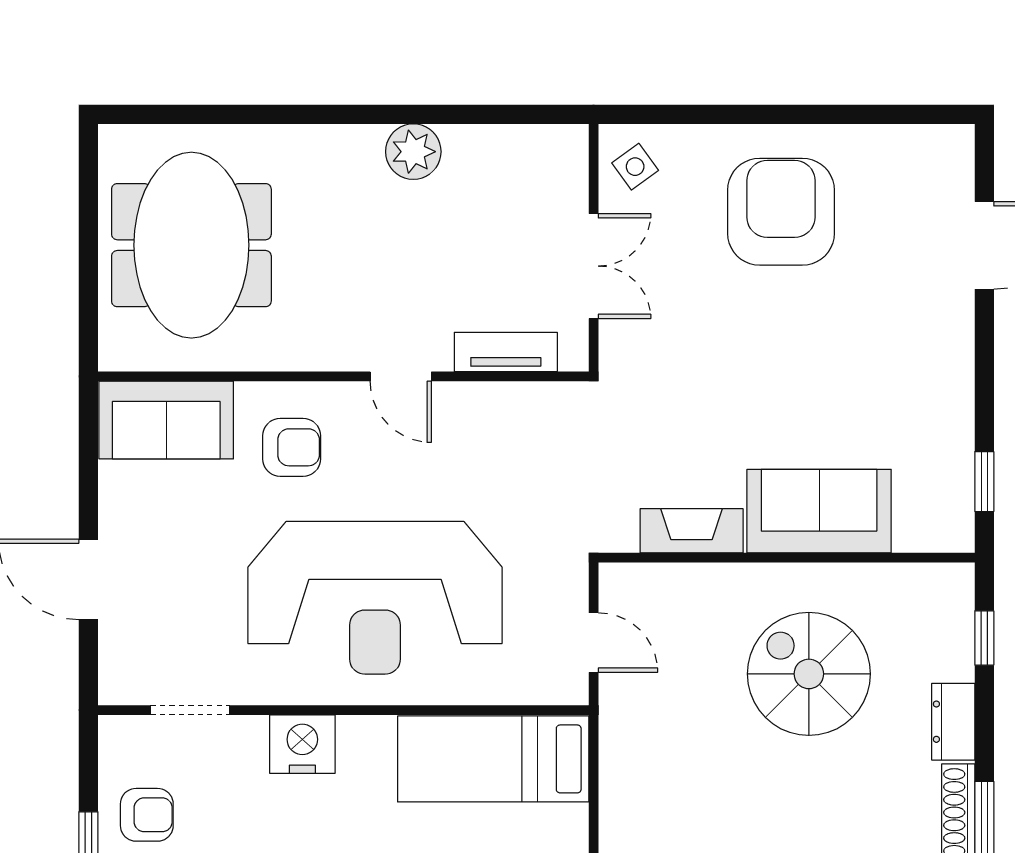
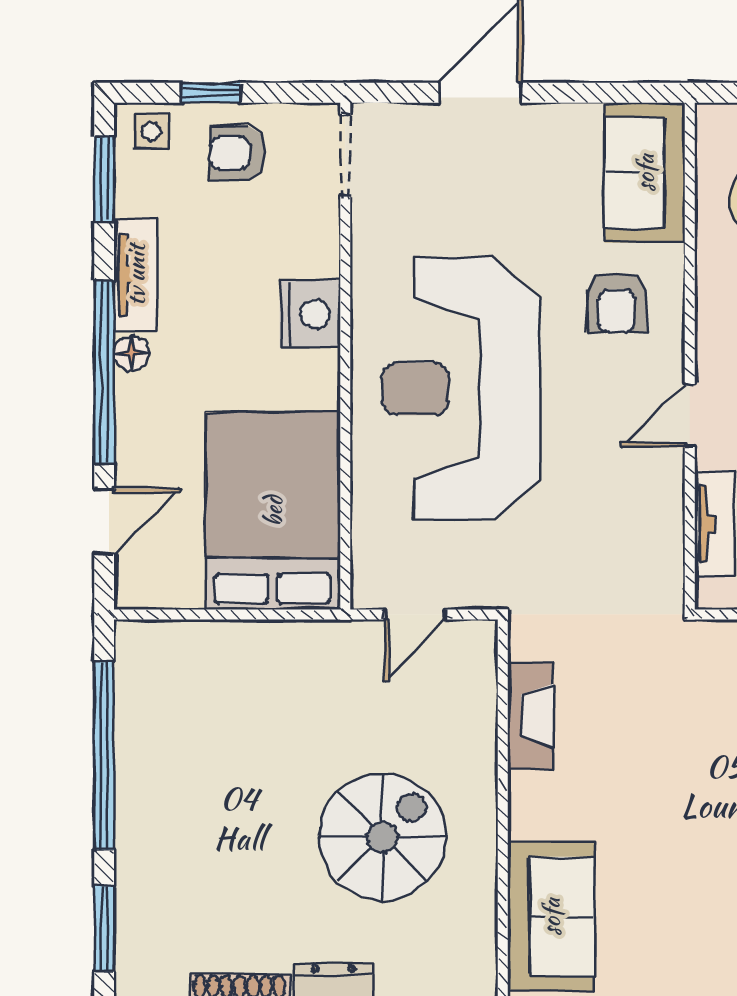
sofa: (819, 511) -> (551, 917), moved
doorway: (190, 710) -> (345, 156), moved
bed: (493, 759) -> (273, 511), width x1.50
armchair: (147, 815) -> (237, 153), turned 90

